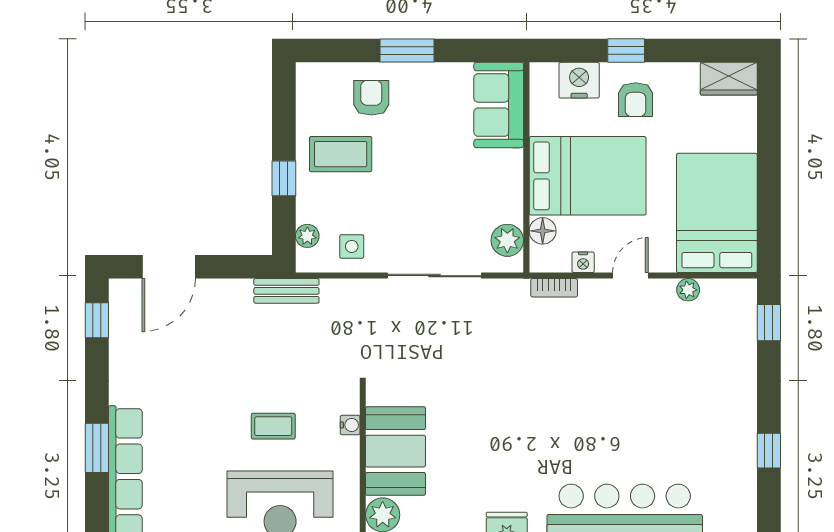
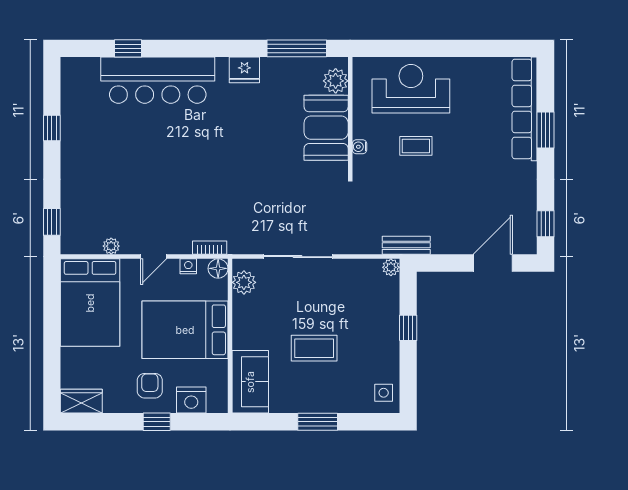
armchair: (371, 98) -> (344, 387), removed
coffee table: (341, 154) -> (314, 348), moved
floor lamp: (543, 231) -> (218, 268), moved
plant: (307, 236) -> (391, 267), moved
side table: (352, 246) -> (384, 393), moved

